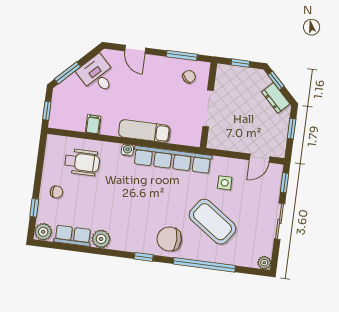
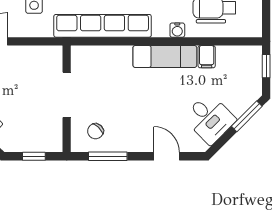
exam couch: (144, 131) -> (165, 56), moved
water cooler: (127, 150) -> (177, 30), moved

